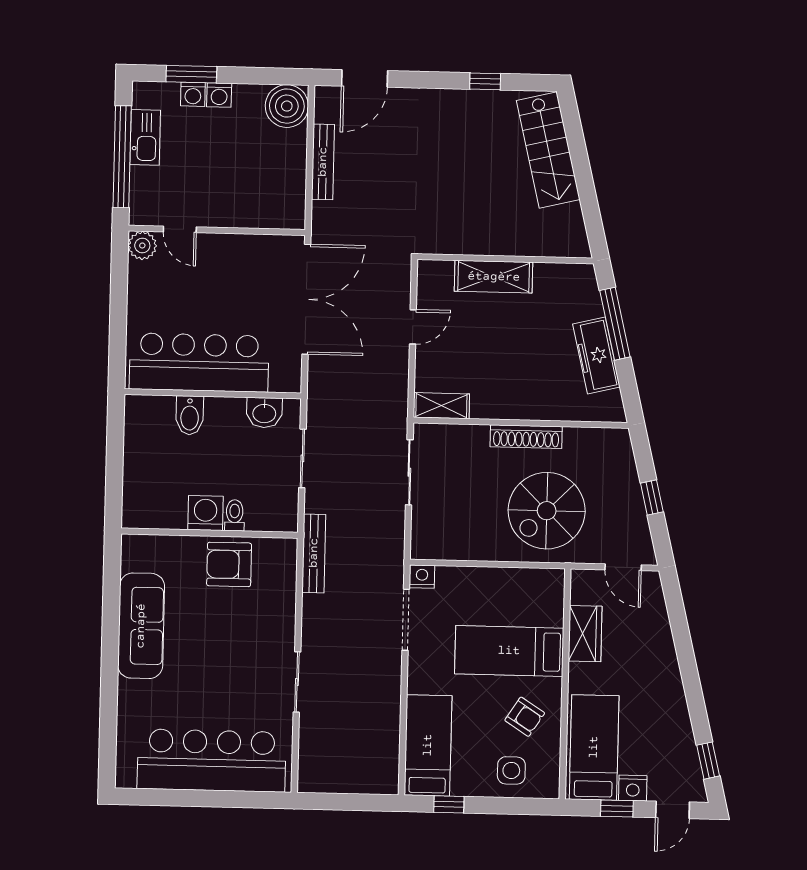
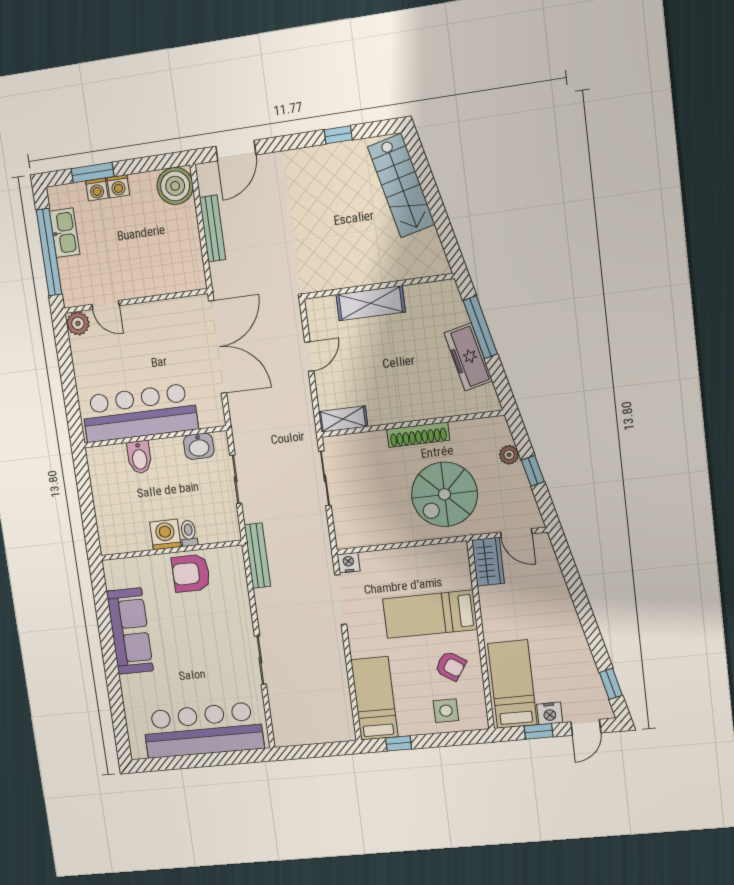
plant: (627, 475) -> (509, 455), added
wardrobe: (585, 634) -> (488, 562), moved

